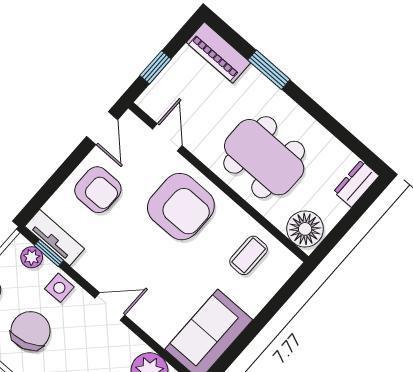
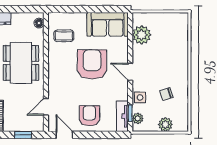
door: (102, 128) -> (64, 135), hinge flipped
armchair: (181, 207) -> (92, 64), moved
floor lamp: (305, 229) -> (39, 23), width x0.53, depth x0.53
chair: (30, 331) -> (166, 94), width x0.54, depth x0.54

